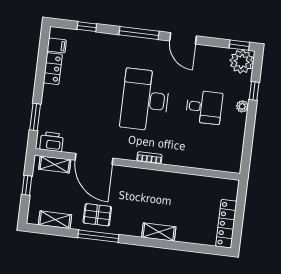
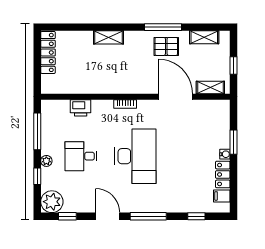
window: (239, 45) -> (67, 216), moved
water cooler: (48, 90) -> (225, 154), added
window: (35, 117) -> (234, 142), moved
window: (248, 140) -> (37, 131), added
printer: (52, 142) -> (81, 108), moved

